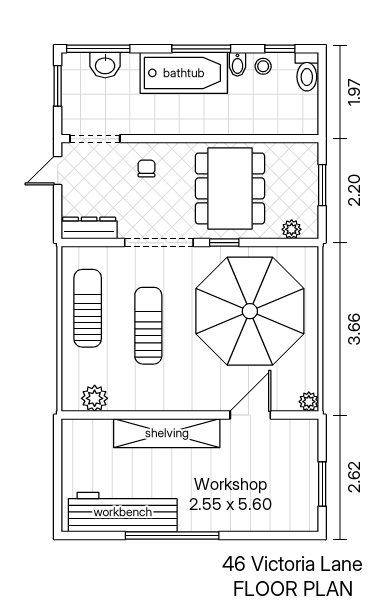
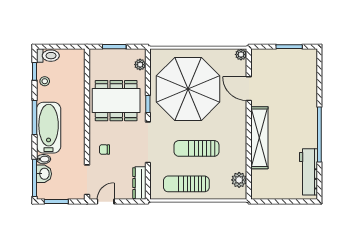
bidet: (237, 64) -> (44, 159), moved
door: (58, 170) -> (106, 202), swing flipped
workbench: (123, 512) -> (309, 172), width x0.73, depth x0.76

